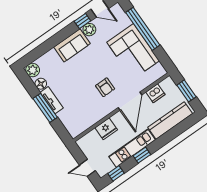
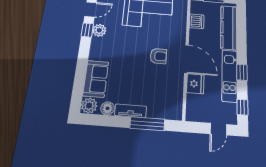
sofa: (72, 45) -> (96, 79), moved
door: (130, 101) -> (186, 59), moved
window: (45, 108) -> (147, 124), moved

